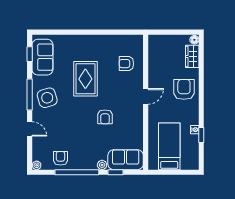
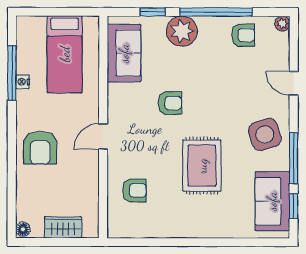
wardrobe: (192, 56) -> (63, 227), moved, turned -90
window: (30, 95) -> (294, 158), moved
armchair: (105, 117) -> (170, 103), turned 90
window: (201, 135) -> (12, 73), width x2.17
armchair: (60, 158) -> (243, 35), turned -90
sofa: (126, 160) -> (124, 53), moved, turned -90
plant: (102, 165) -> (182, 31), width x1.88, depth x1.88

